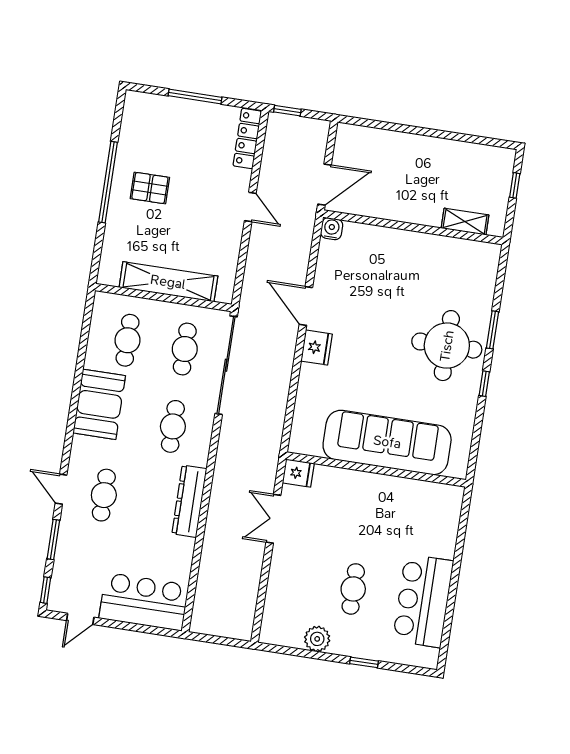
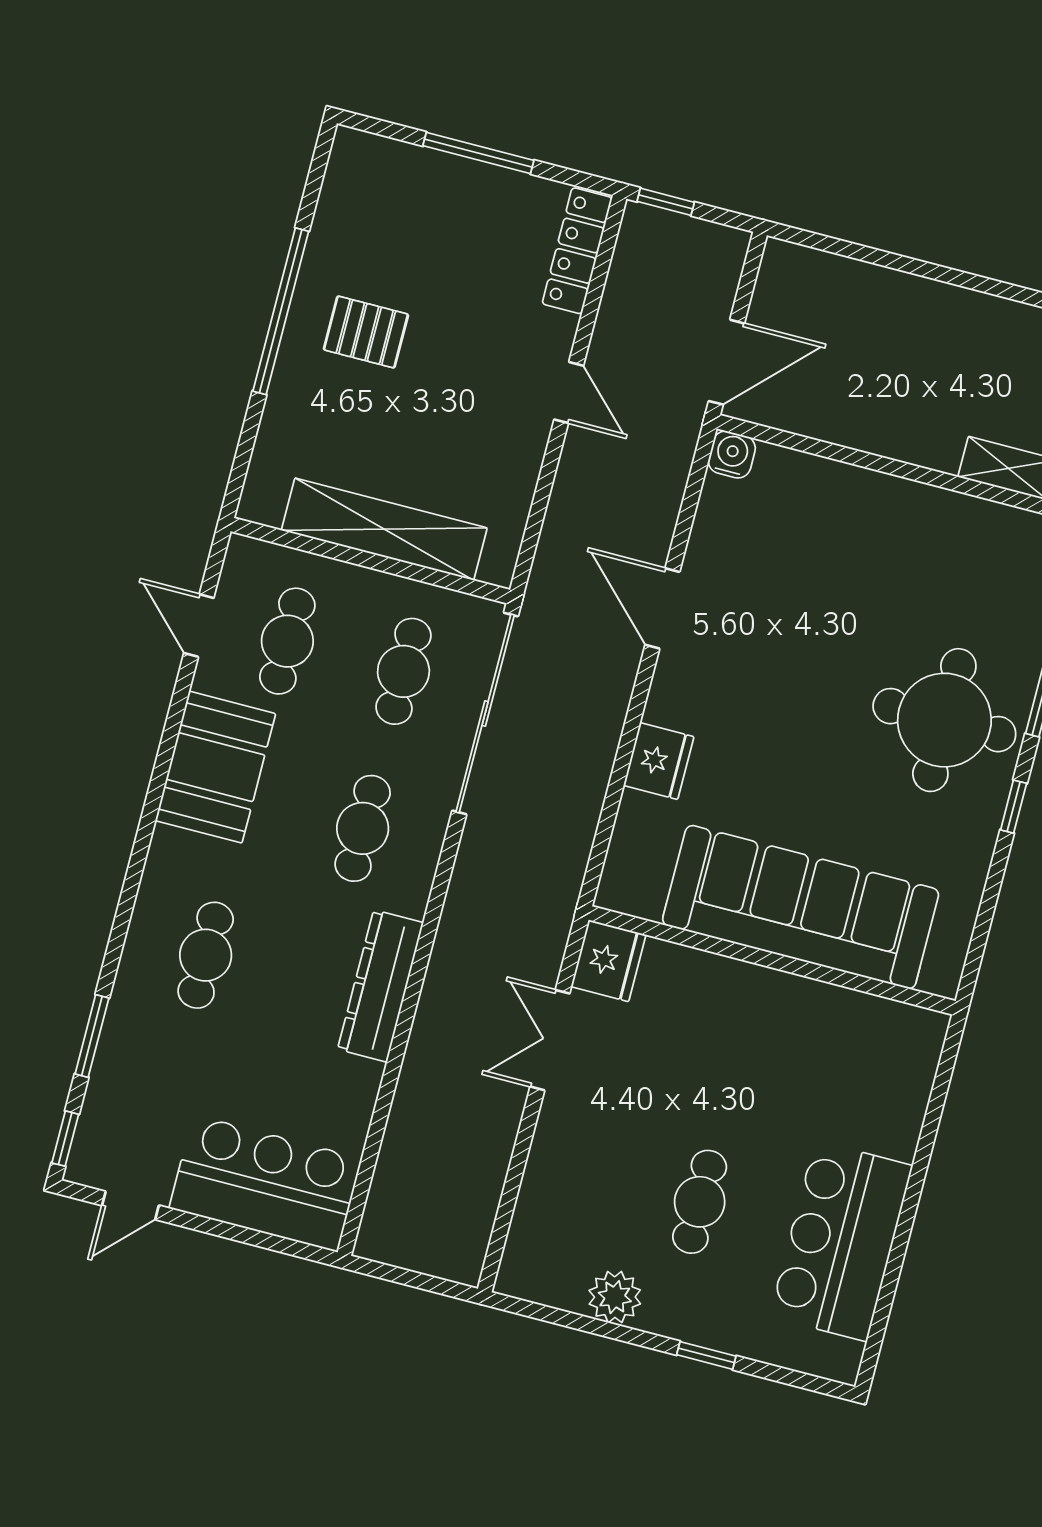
fridge: (317, 348) -> (659, 761), moved
fridge: (298, 473) -> (609, 961), width x1.38
door: (61, 489) -> (199, 626), moved

